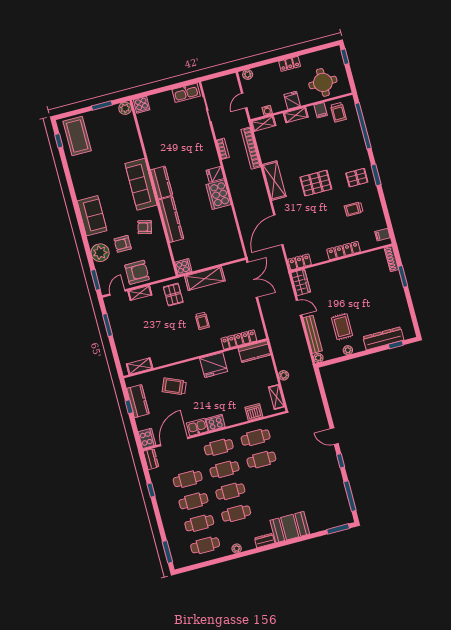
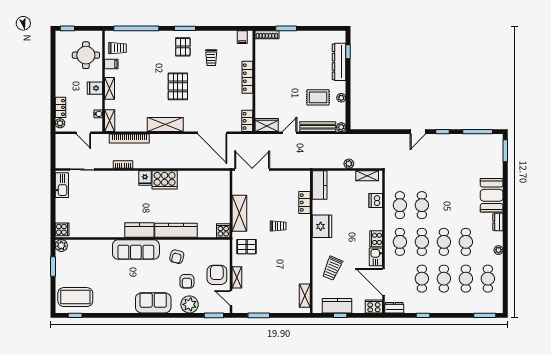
locker: (290, 64) -> (60, 107), moved
locker: (239, 340) -> (305, 202), width x0.66

